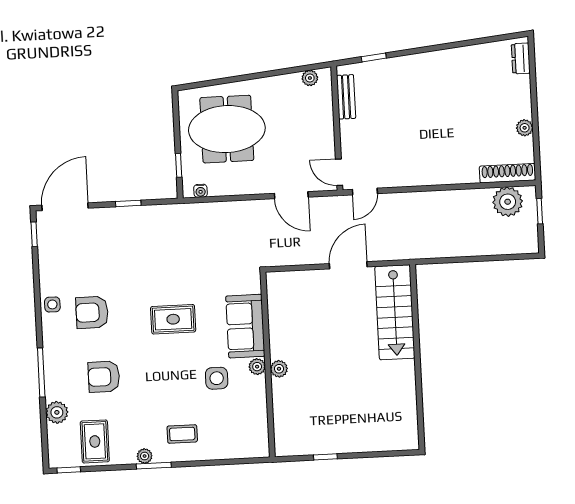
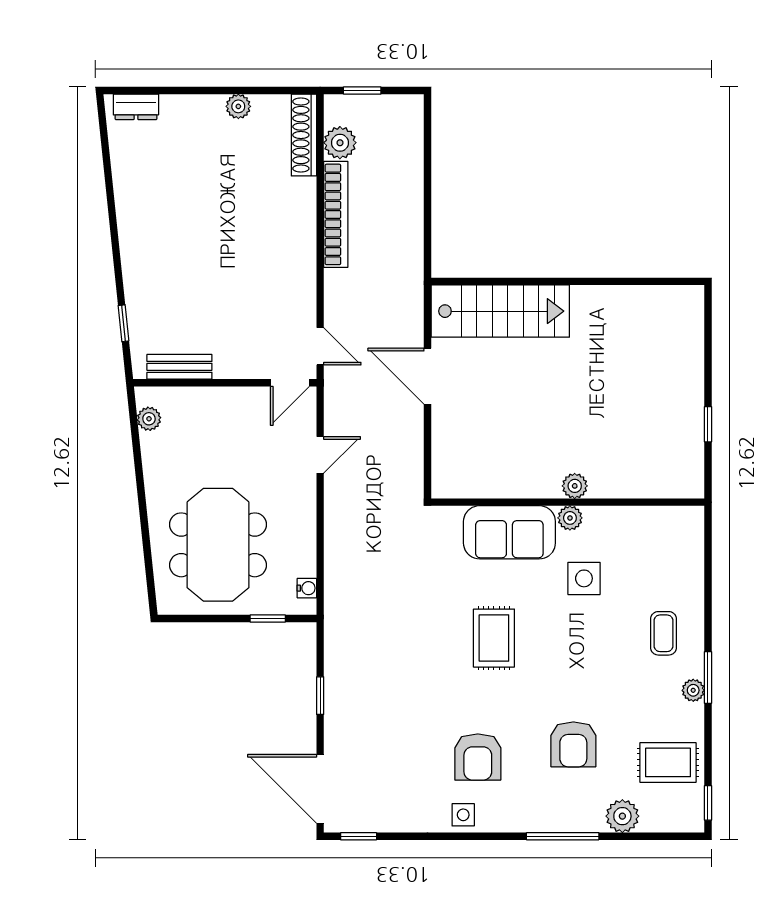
door: (291, 195) -> (320, 455), width x0.73
bookcase: (455, 198) -> (336, 214), added
plant: (508, 202) -> (340, 143), width x0.73, depth x0.73

